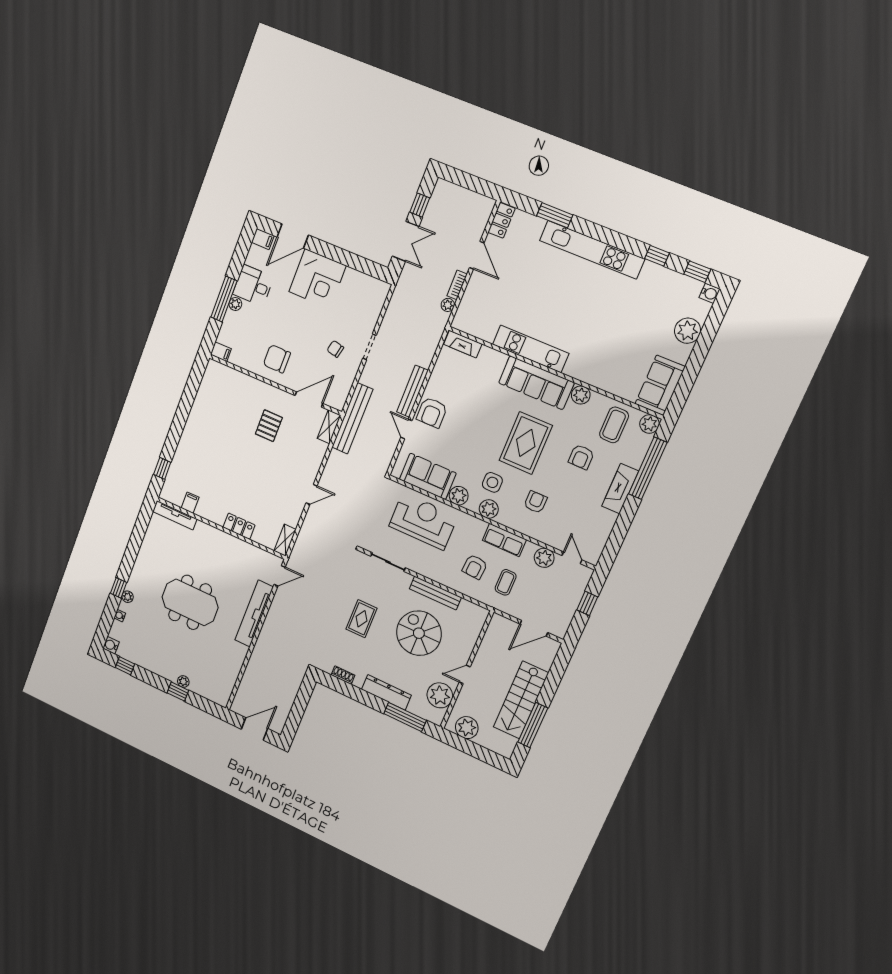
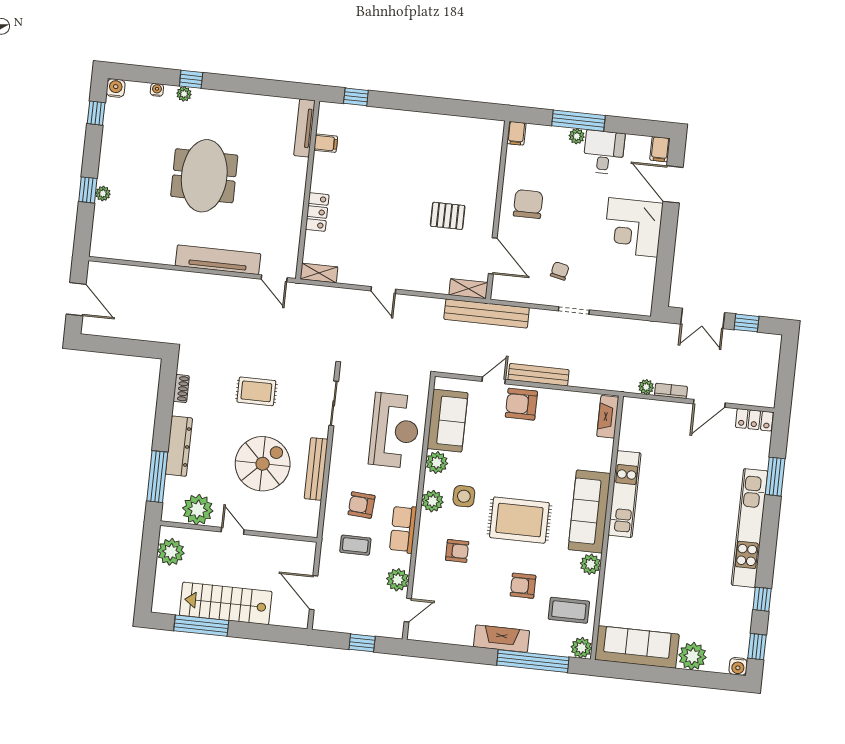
sofa: (660, 385) -> (637, 647), width x1.36

